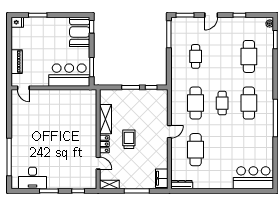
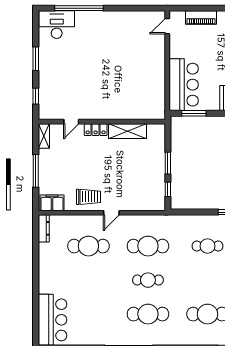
door: (169, 132) -> (111, 213), hinge flipped
trolley: (129, 139) -> (89, 197), moved
desk: (33, 178) -> (57, 25), moved, turned 90

